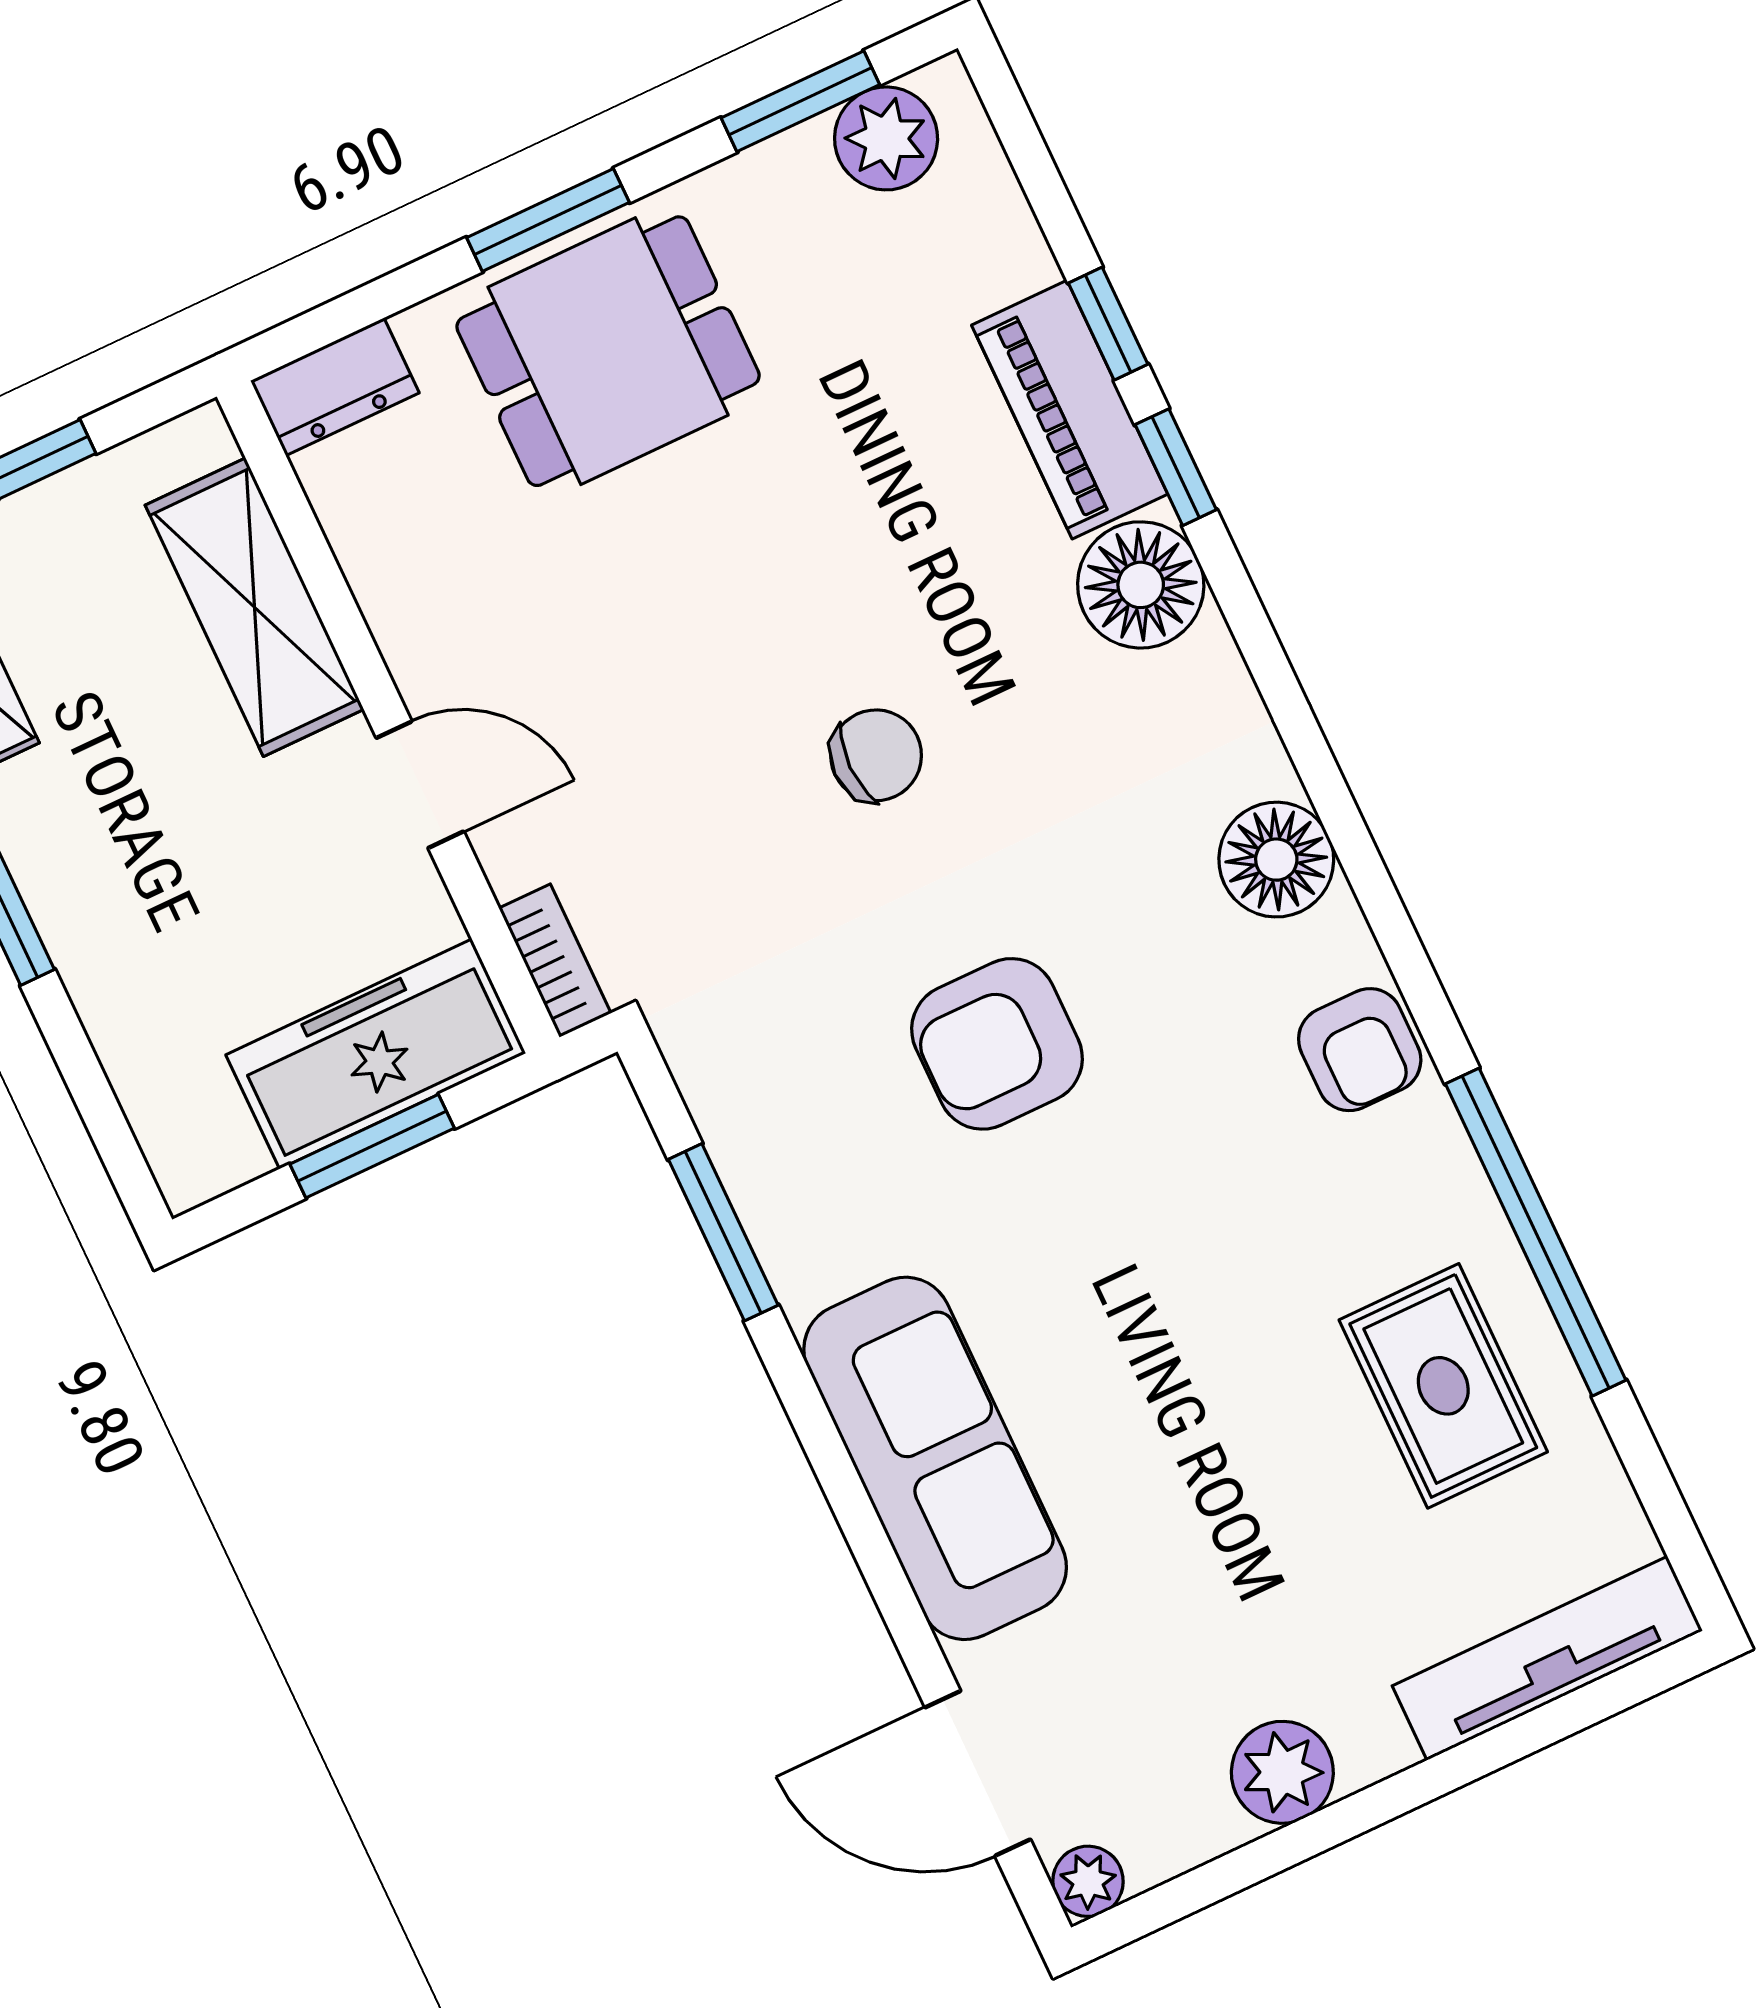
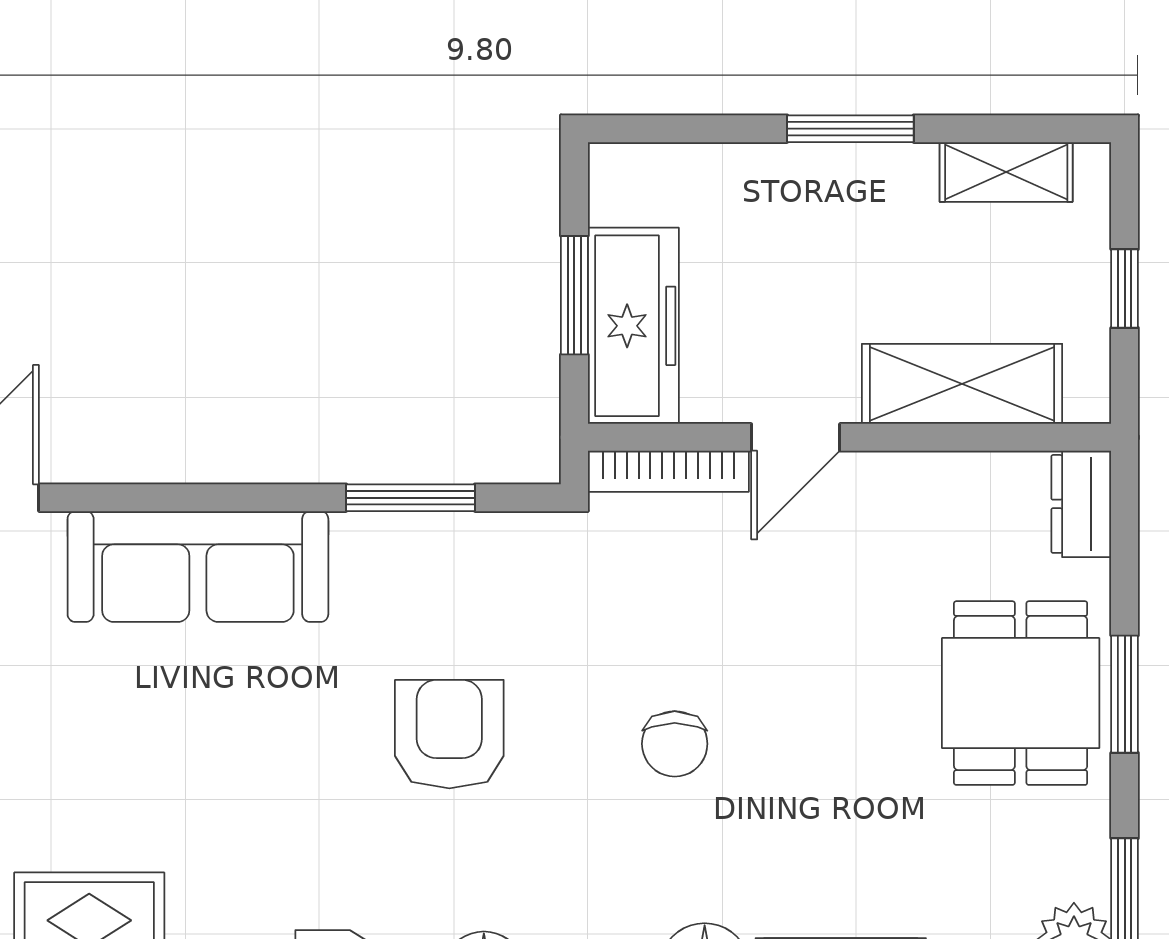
bookcase: (555, 961) -> (668, 471), width x1.56

